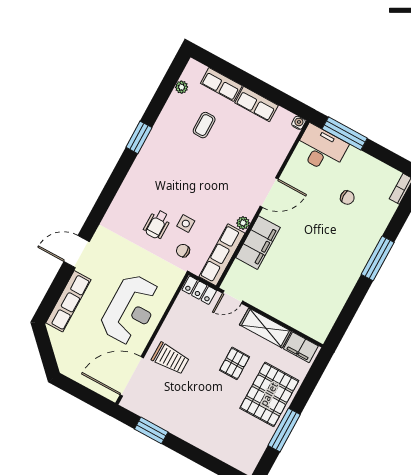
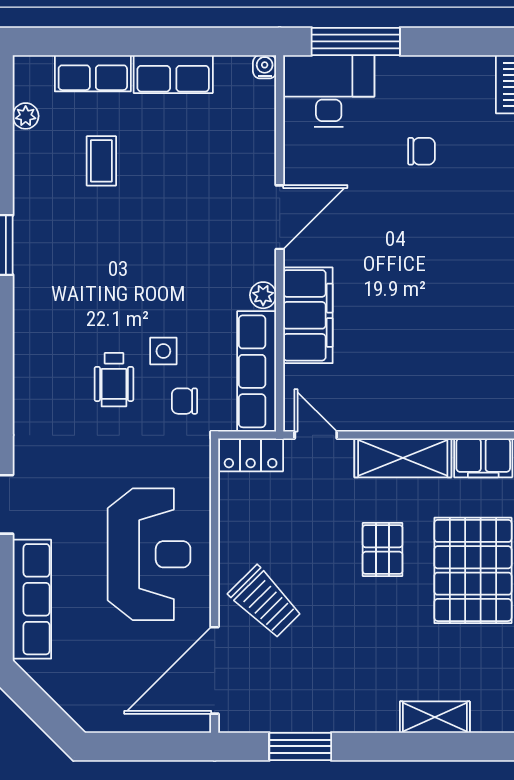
door: (233, 297) -> (316, 435), swing flipped
trolley: (170, 358) -> (265, 602), turned 45
shelving: (217, 450) -> (435, 717), added

